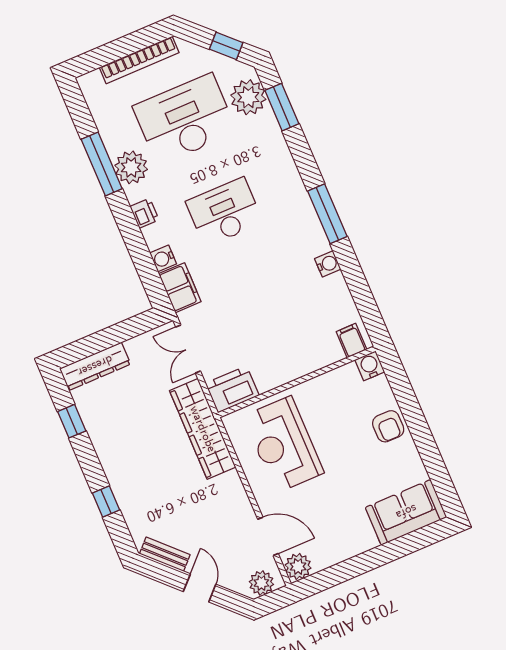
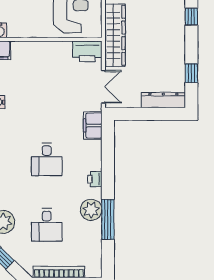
desk: (185, 119) -> (47, 225), width x0.53, depth x0.77
desk: (224, 212) -> (47, 159), width x0.73
water cooler: (163, 258) -> (95, 147), removed

